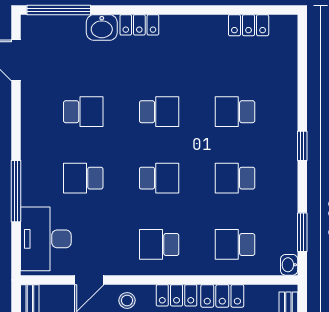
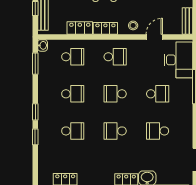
window: (302, 101) -> (35, 137), added

